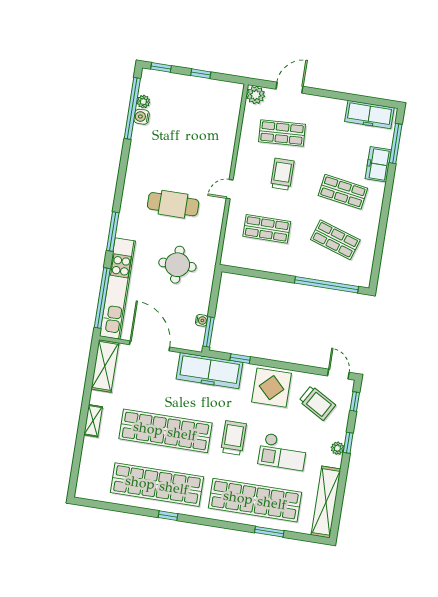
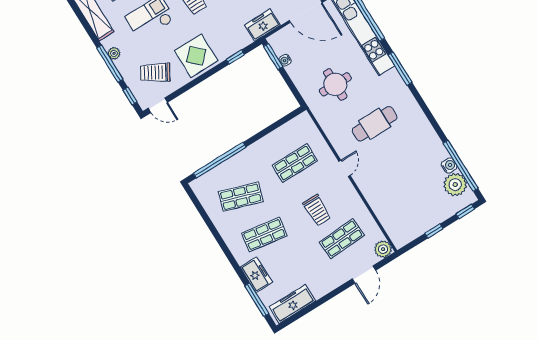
plant: (143, 102) -> (455, 185), width x1.88, depth x1.88
freezer: (210, 371) -> (262, 25), width x0.52, depth x0.79
window: (348, 443) -> (110, 64), width x2.17

